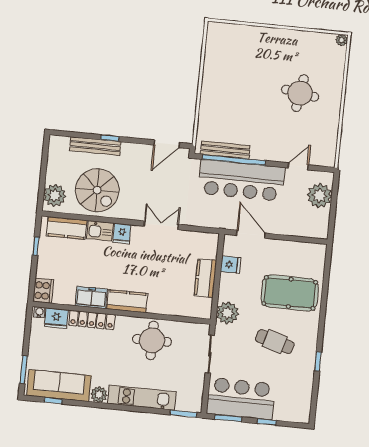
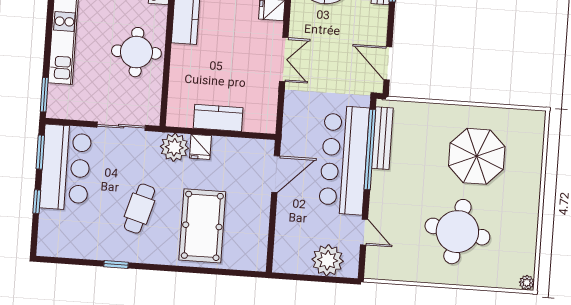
parasol: (242, 76) -> (477, 156), added
round table: (300, 93) -> (457, 232), width x1.36, depth x1.36
fridge: (231, 265) -> (200, 147), moved

